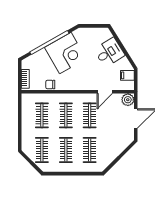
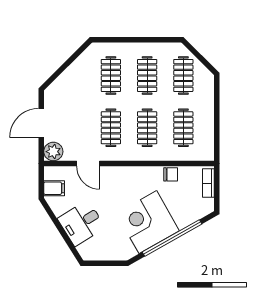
door: (105, 92) -> (88, 164), swing flipped

